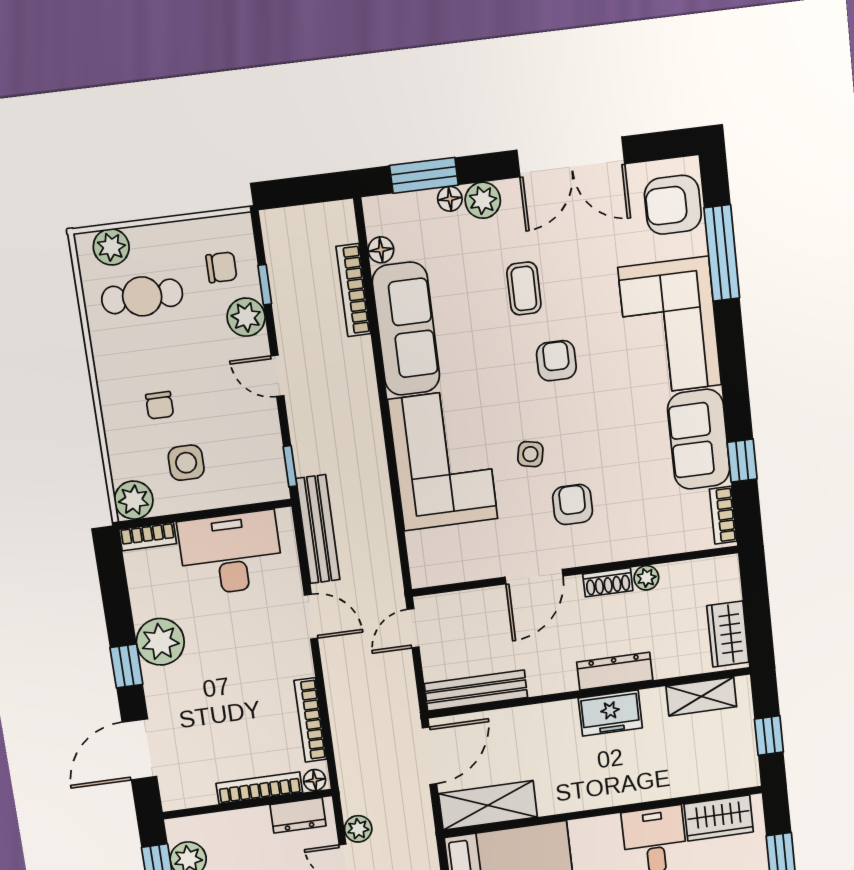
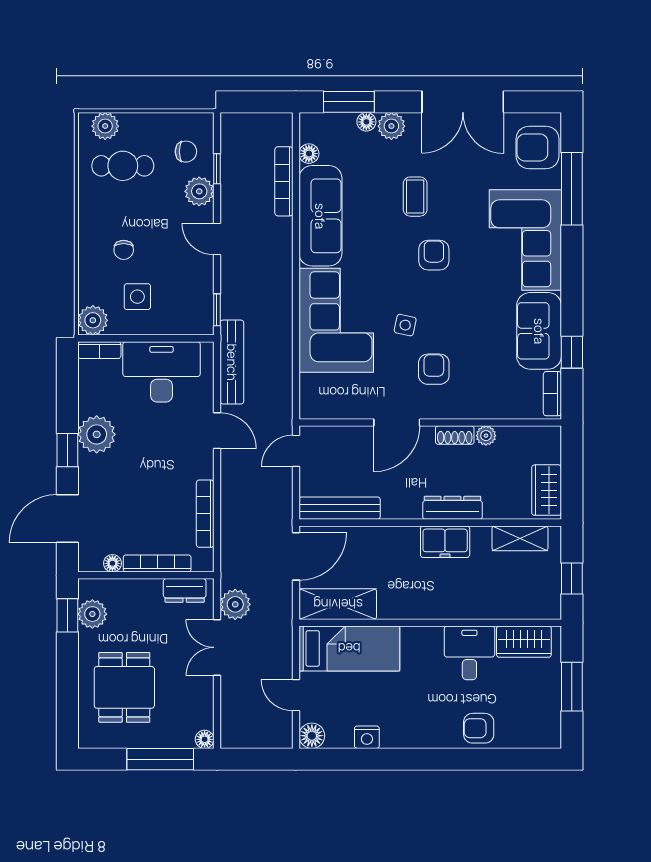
floor lamp: (315, 780) -> (112, 563), moved
plant: (358, 829) -> (235, 604), width x1.38, depth x1.38

